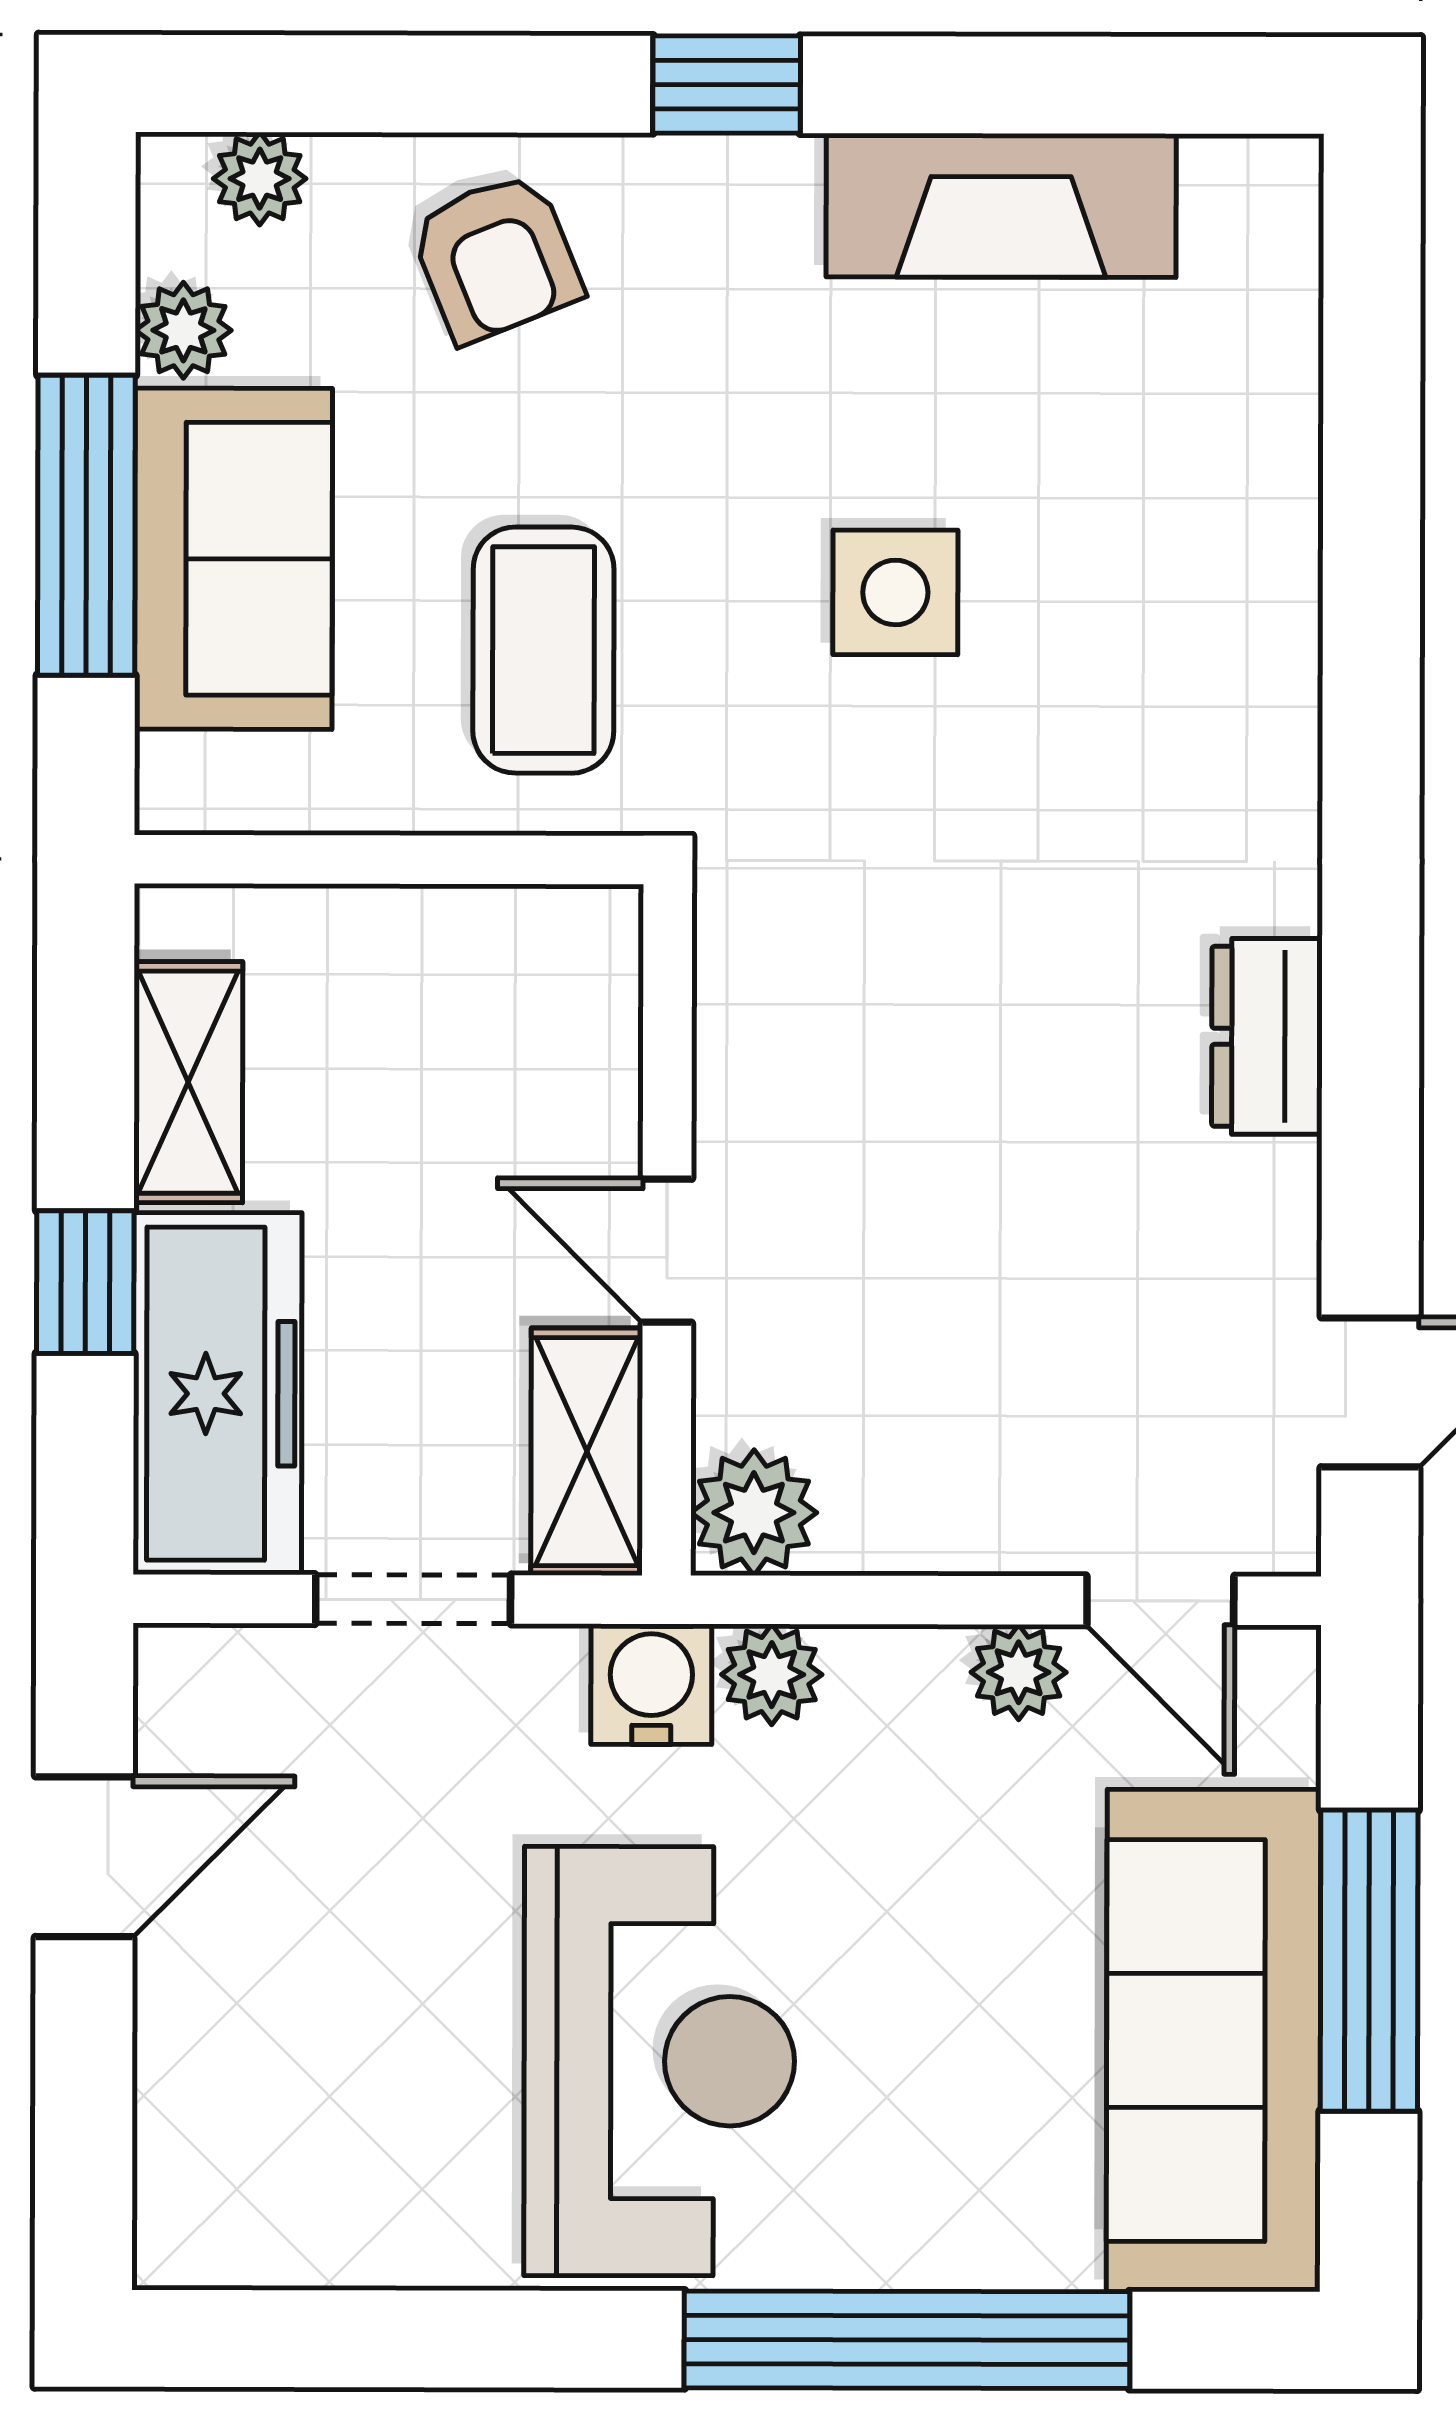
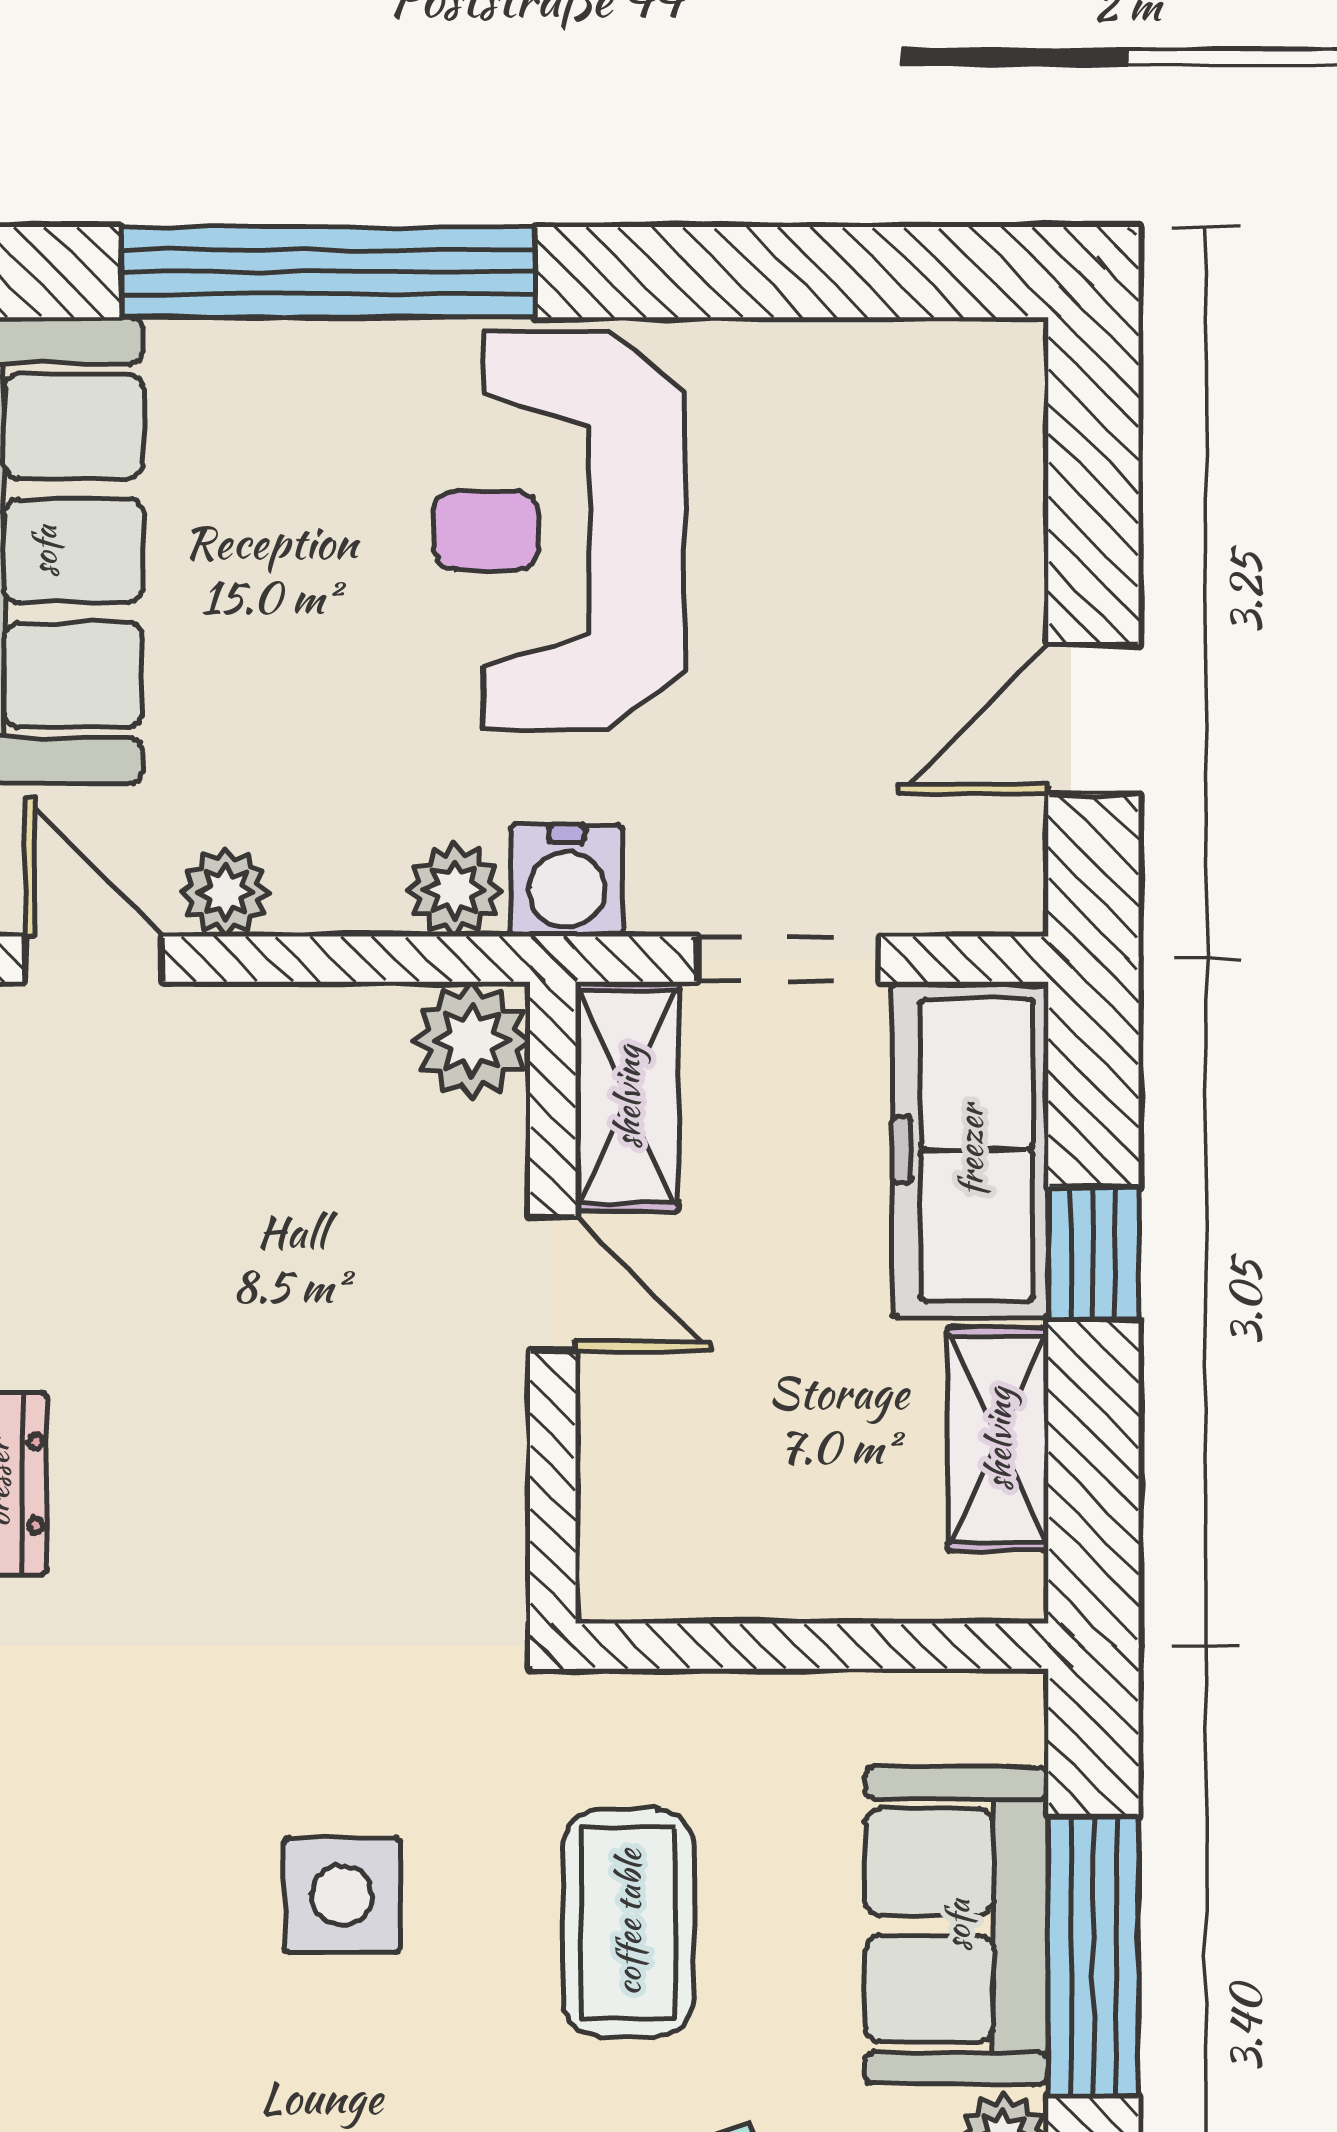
coffee table: (543, 650) -> (628, 1923), moved

